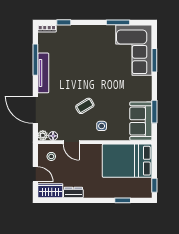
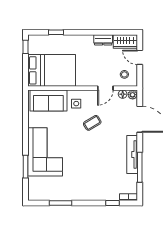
corner sofa: (134, 50) -> (45, 152), moved
window: (154, 112) -> (25, 117), removed
sofa: (141, 121) -> (48, 101), moved, turned 90
door: (71, 142) -> (105, 88), swing flipped

